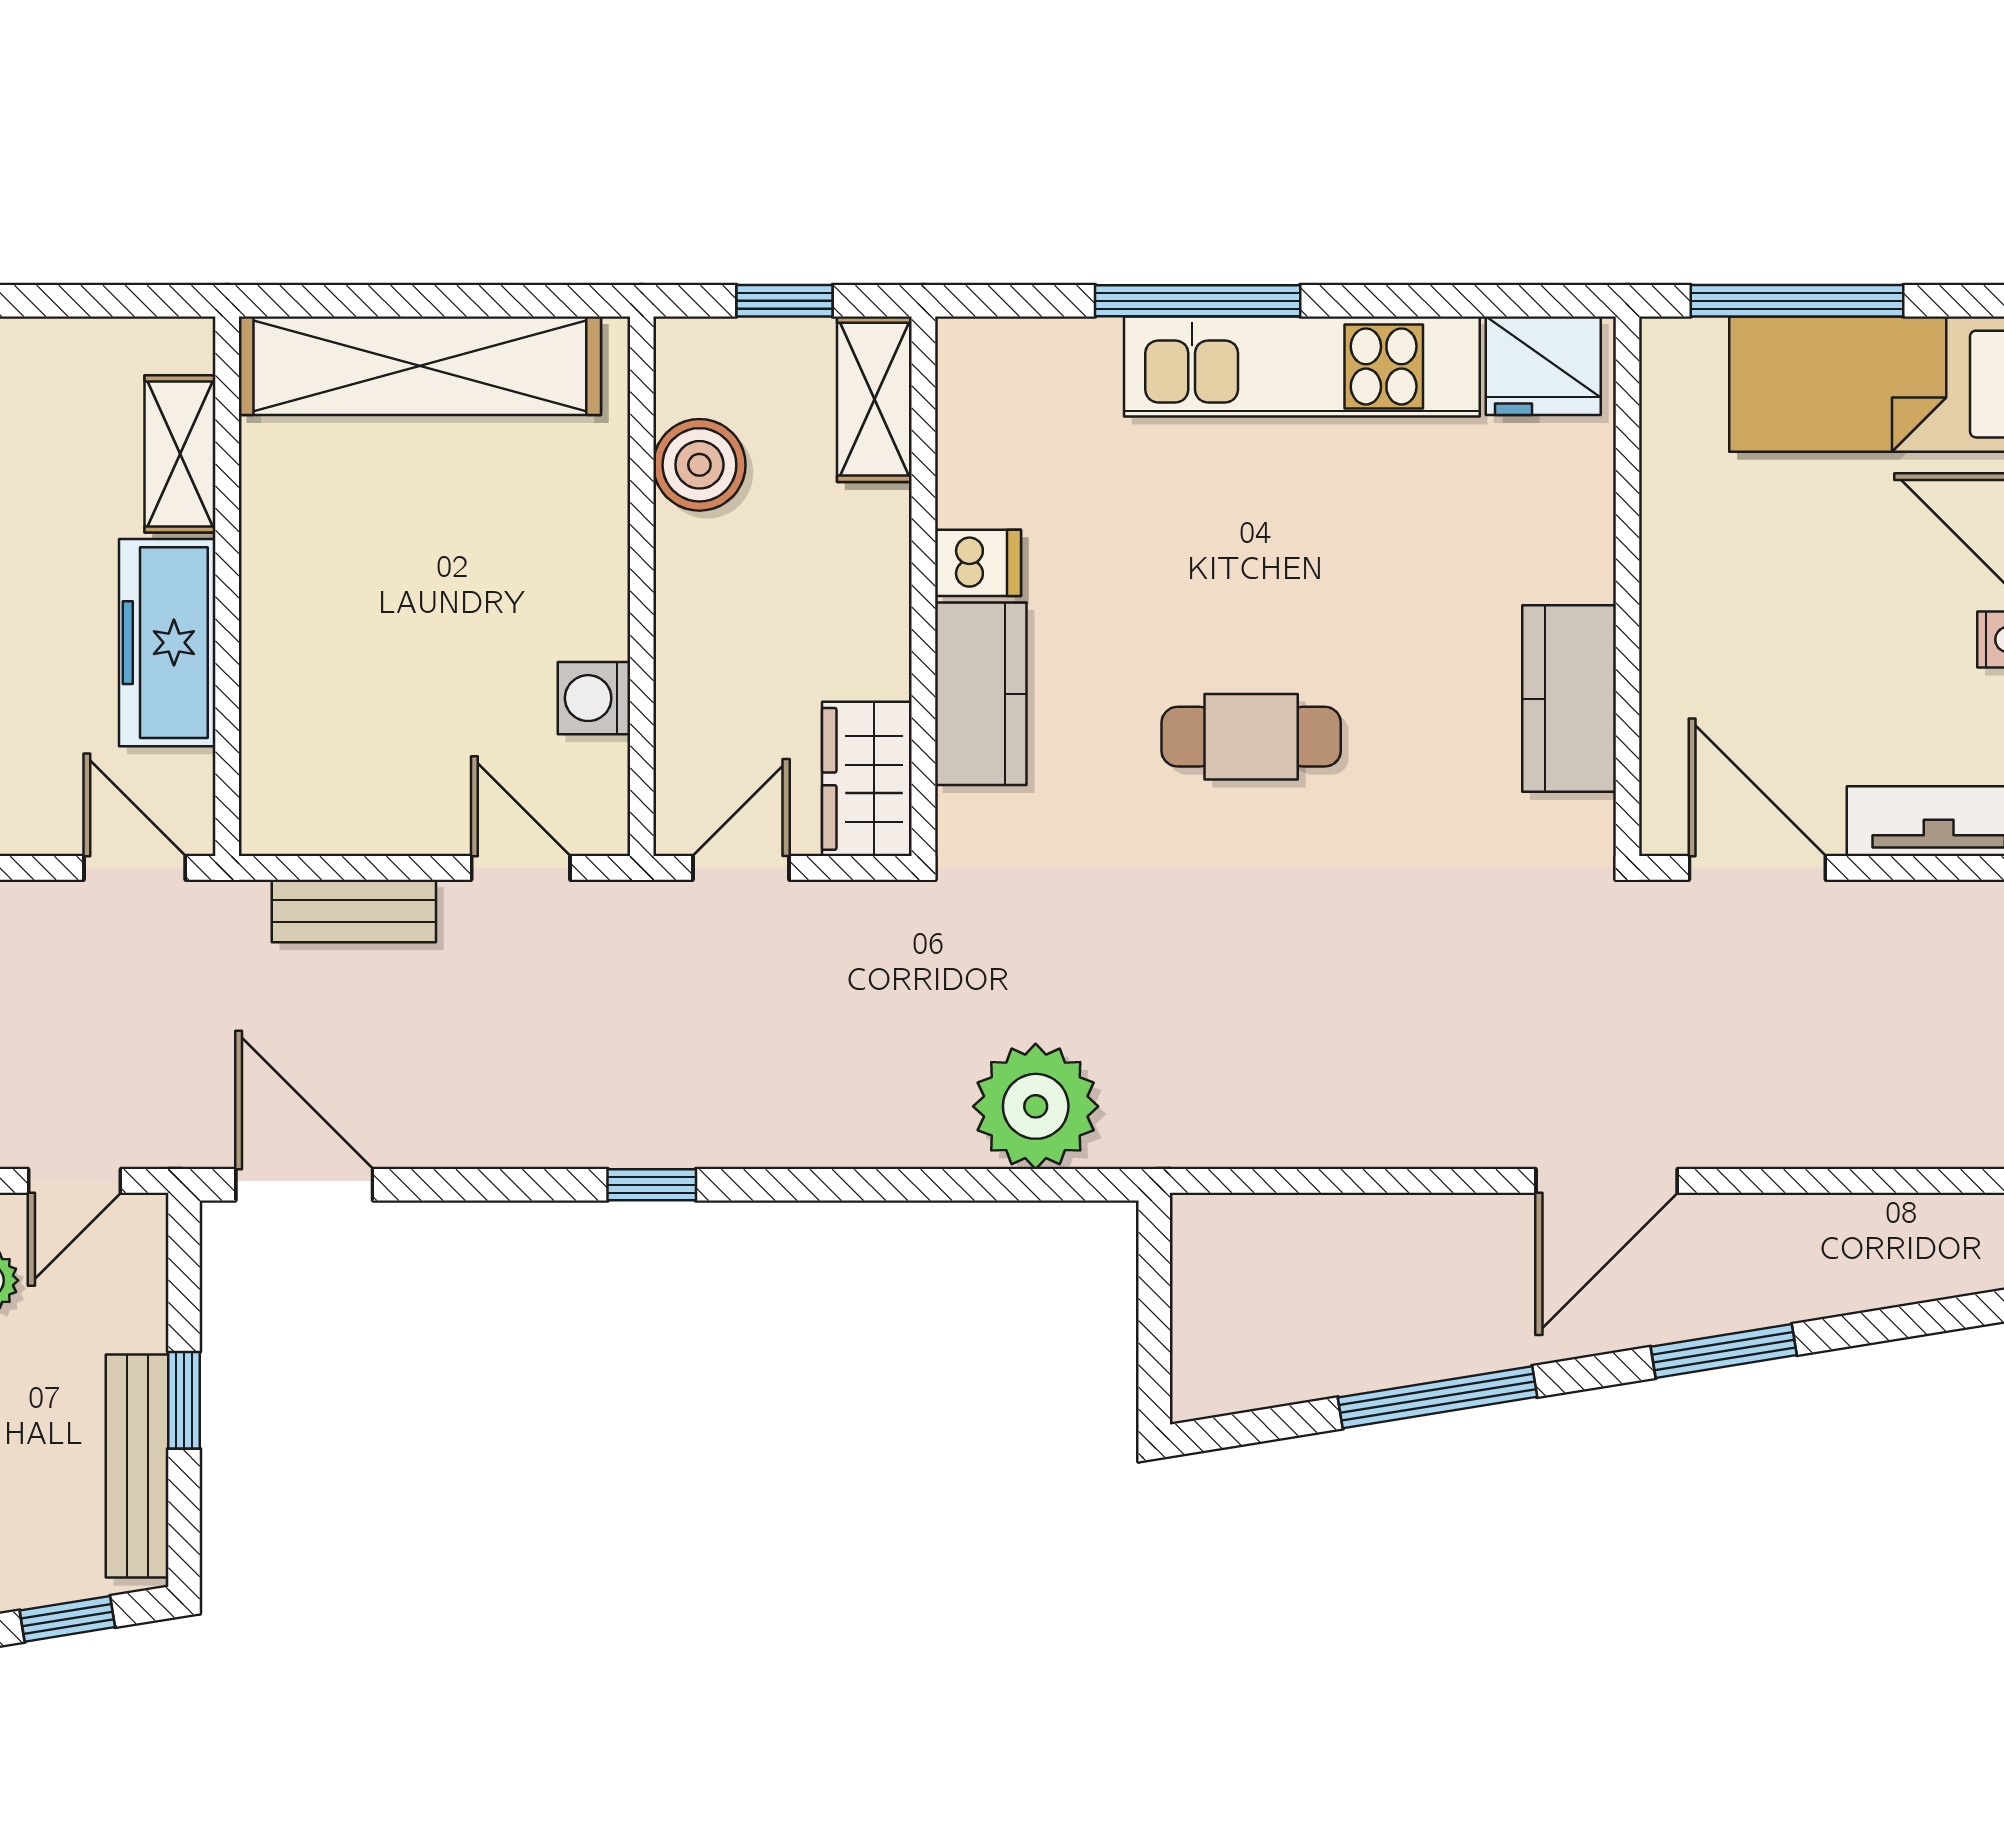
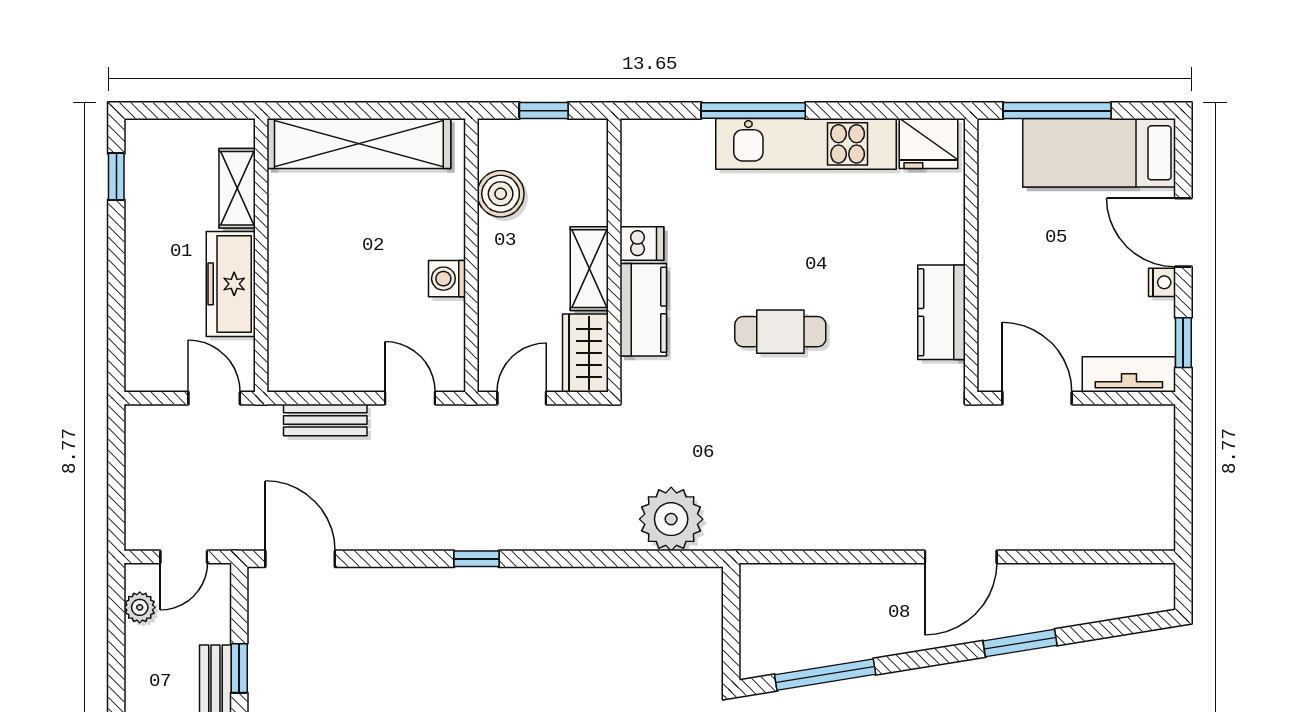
shelving: (874, 399) -> (589, 269), moved
washing machine: (594, 698) -> (447, 279), moved
window: (1438, 1397) -> (825, 675), moved

